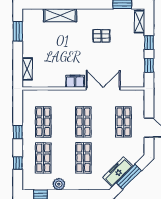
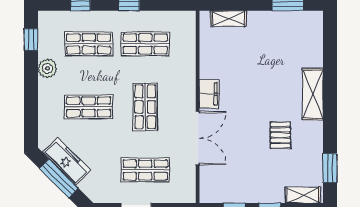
shelving: (60, 15) -> (313, 94), moved
shop shelf: (83, 122) -> (145, 107), turned 90

